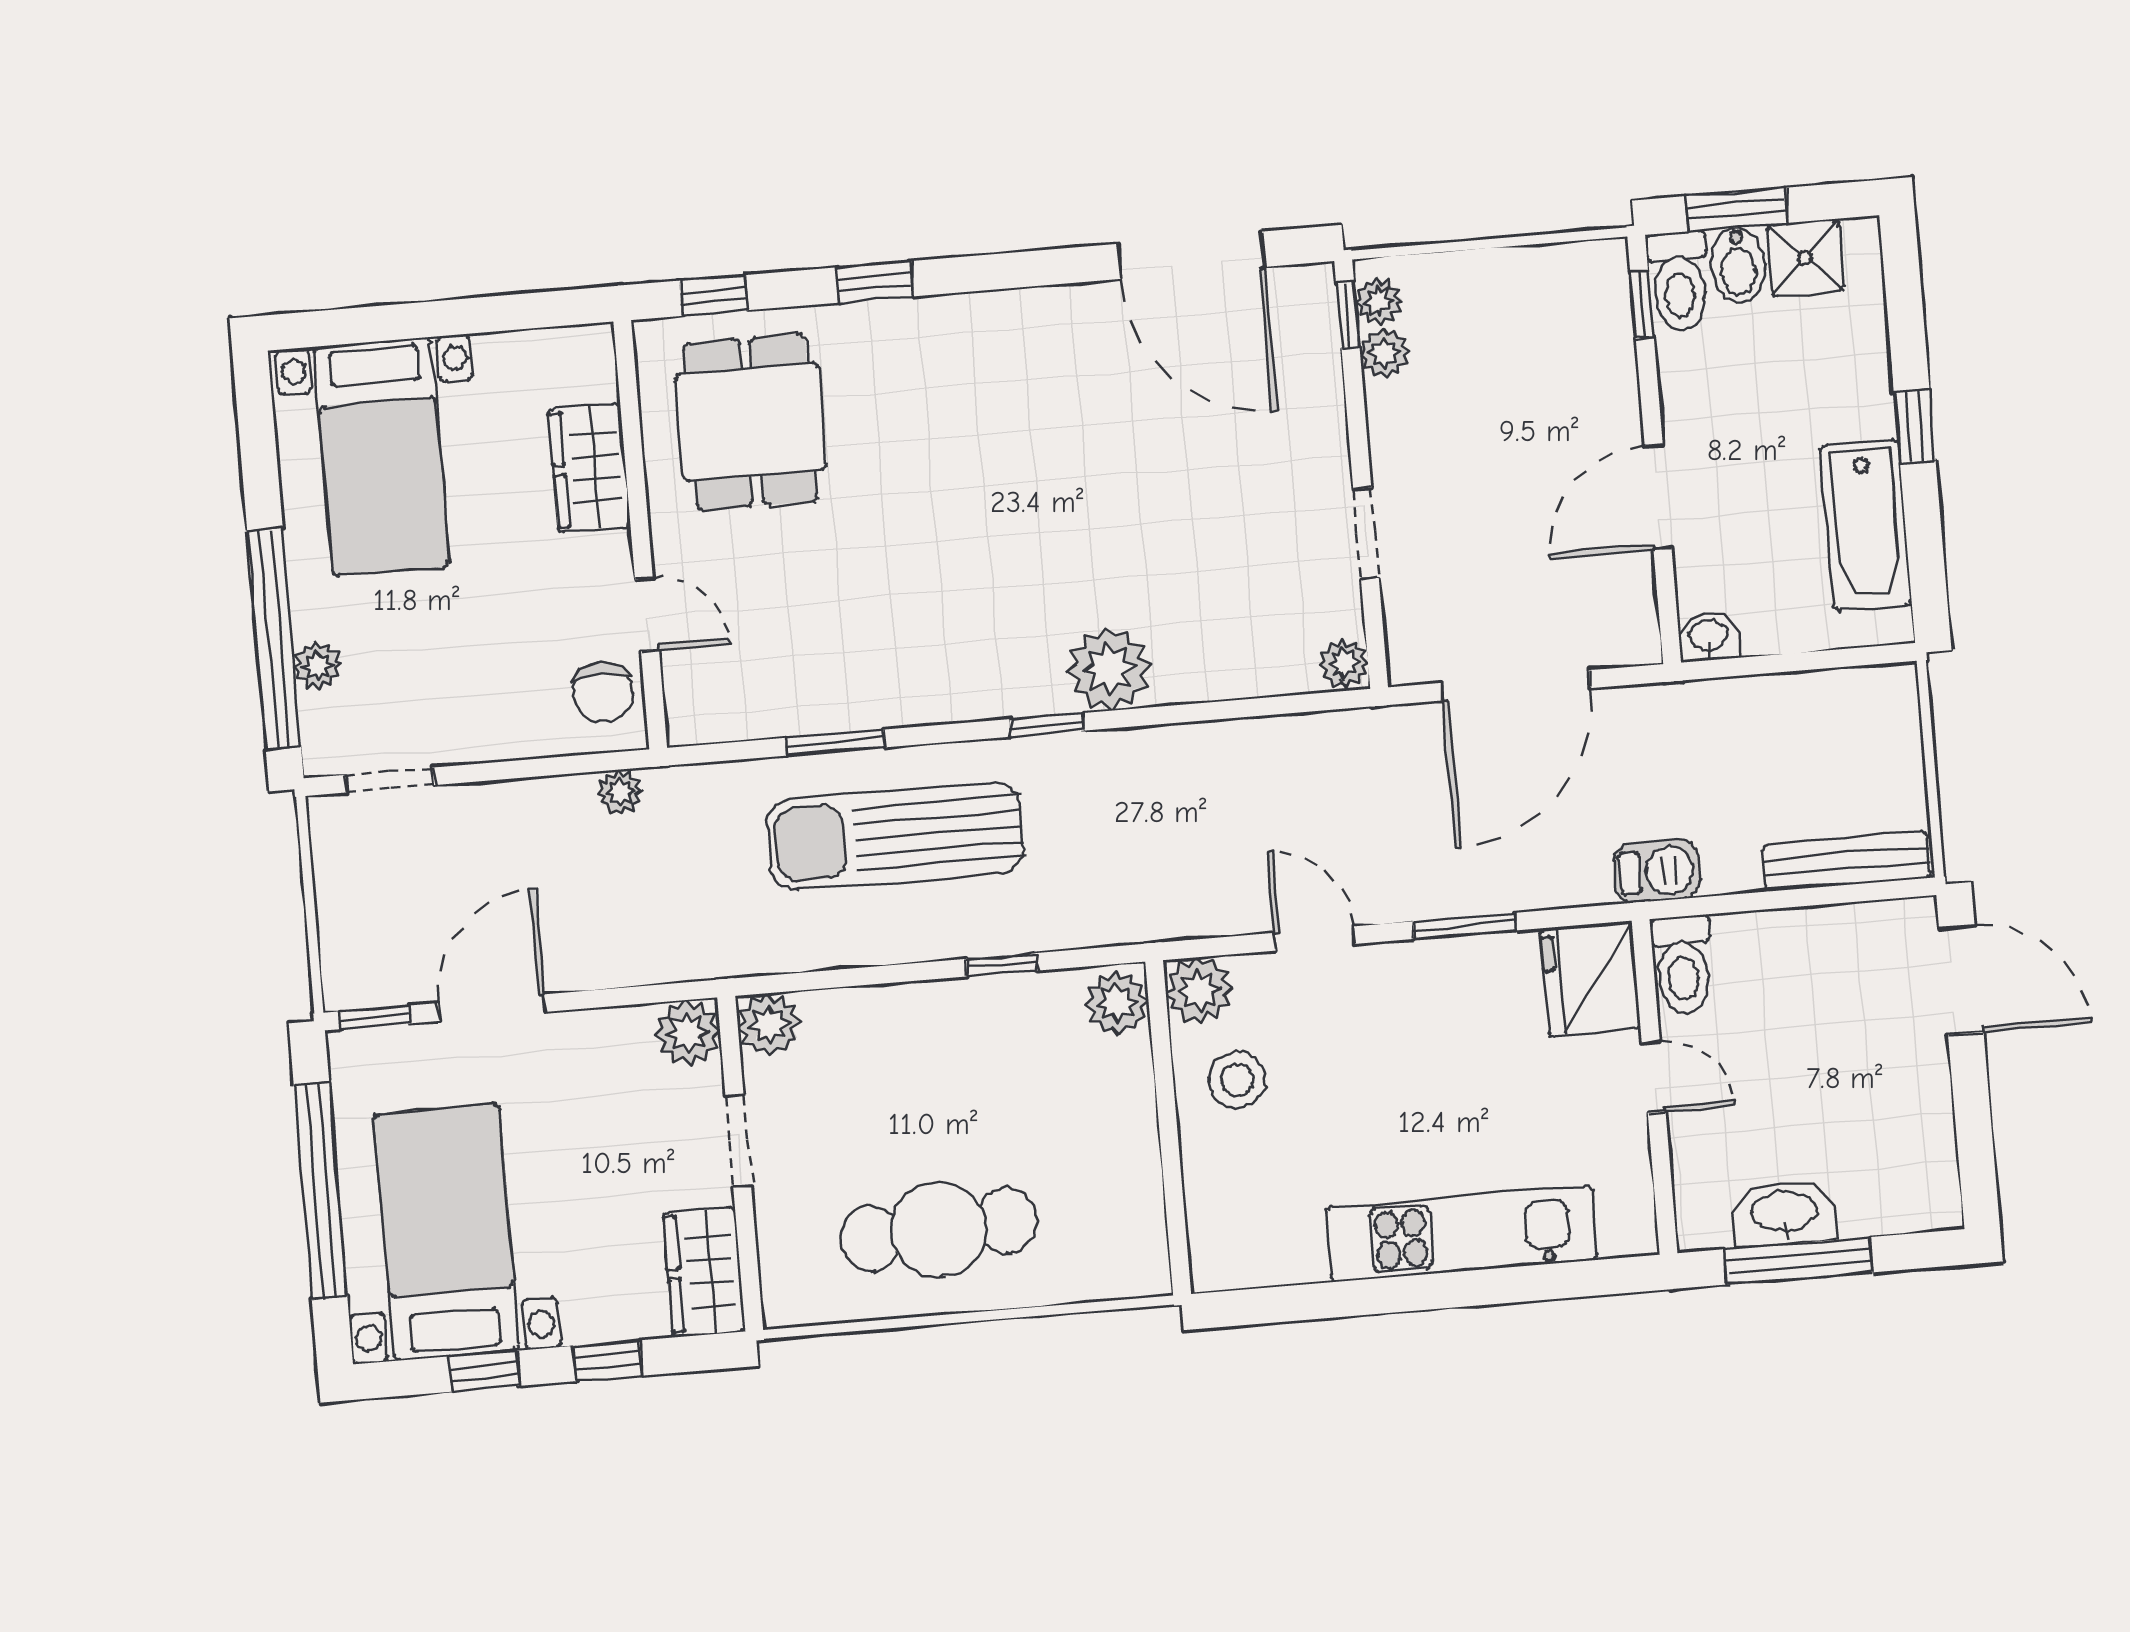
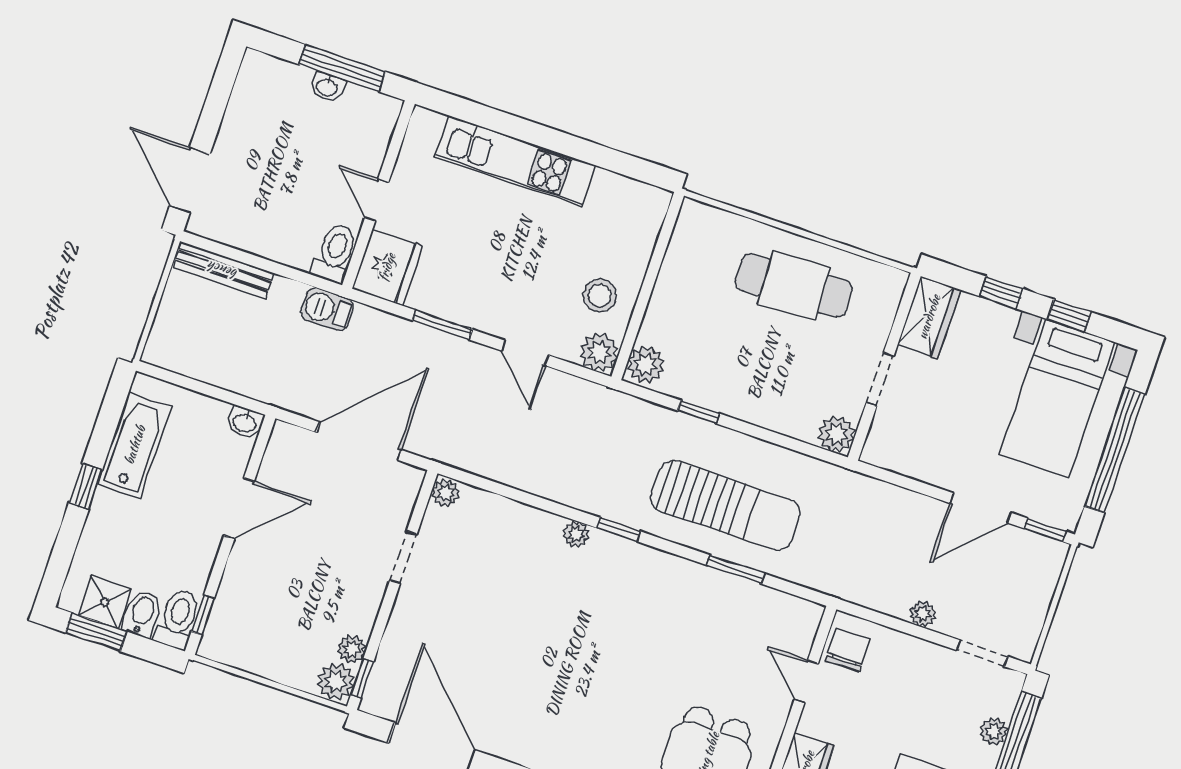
window: (1736, 210) -> (96, 632), moved
plant: (1379, 301) -> (336, 681), width x1.38, depth x1.38
plant: (1109, 669) -> (576, 534), width x0.53, depth x0.53
plant: (620, 792) -> (923, 614), moved
plant: (688, 1033) -> (882, 449), removed
washbasin: (1784, 1213) -> (327, 87), width x0.52, depth x0.69

